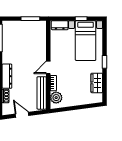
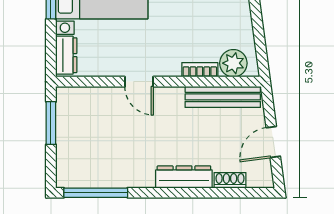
door: (48, 67) -> (139, 82), moved

